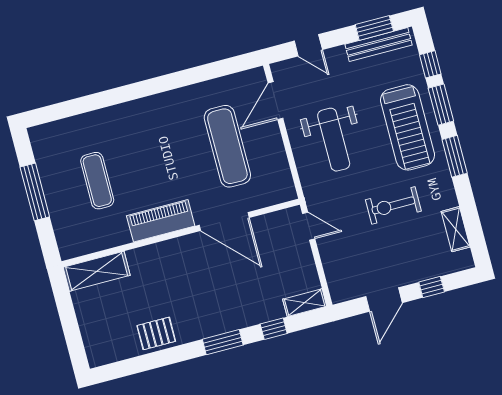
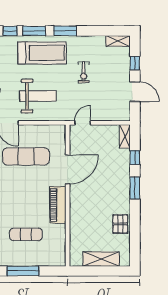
exercise bike: (393, 205) -> (84, 72), width x0.73, depth x0.72
shelving: (456, 229) -> (118, 41), moved
shelving: (97, 271) -> (101, 259), moved, turned 90

